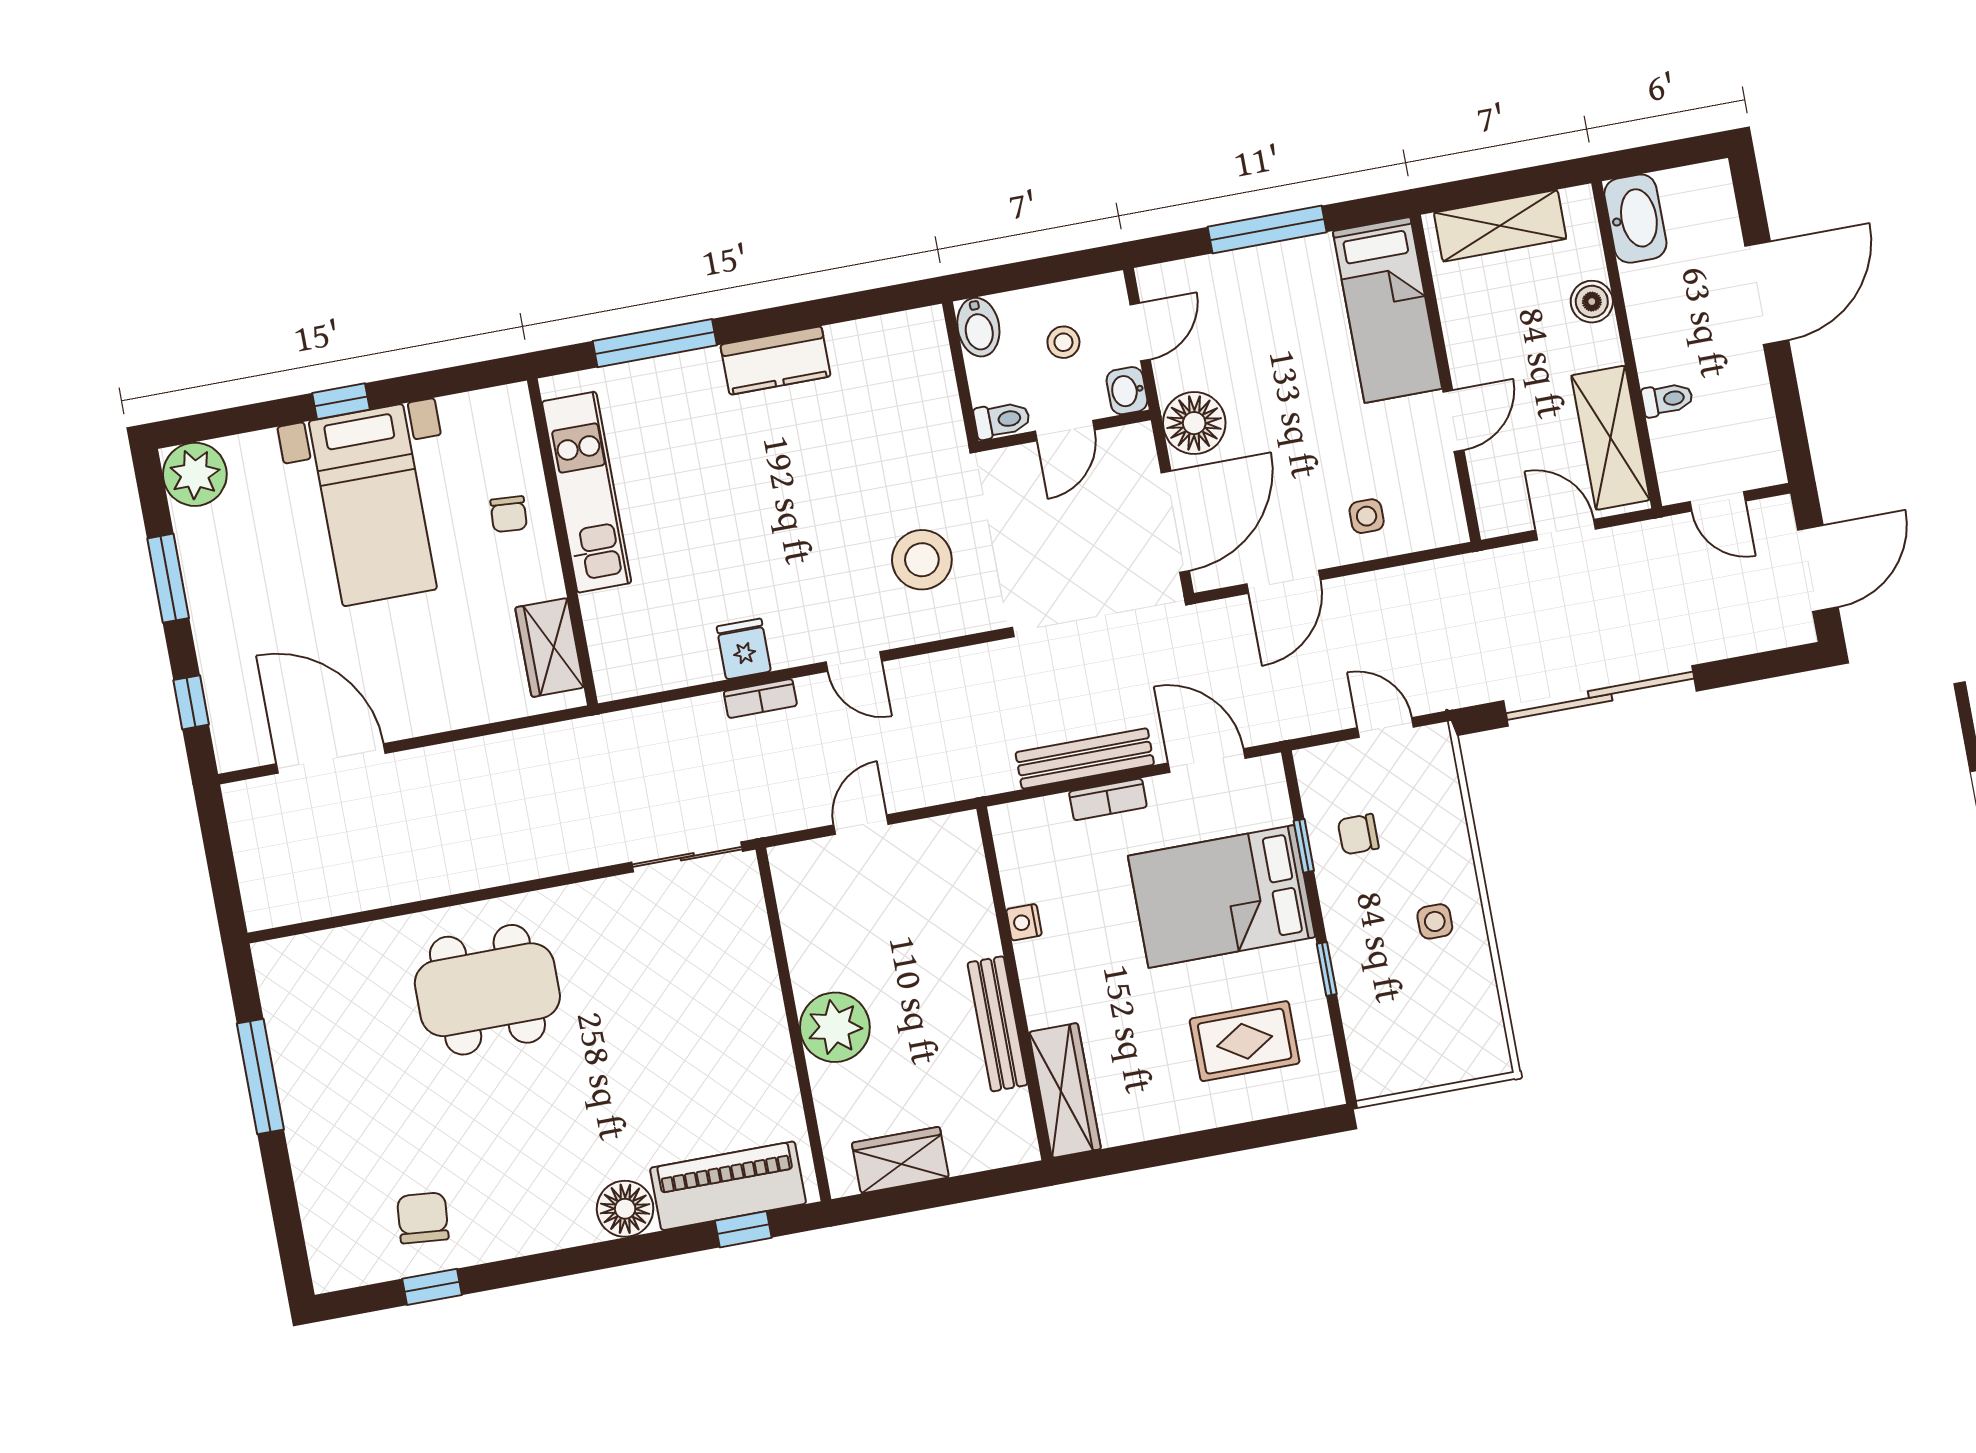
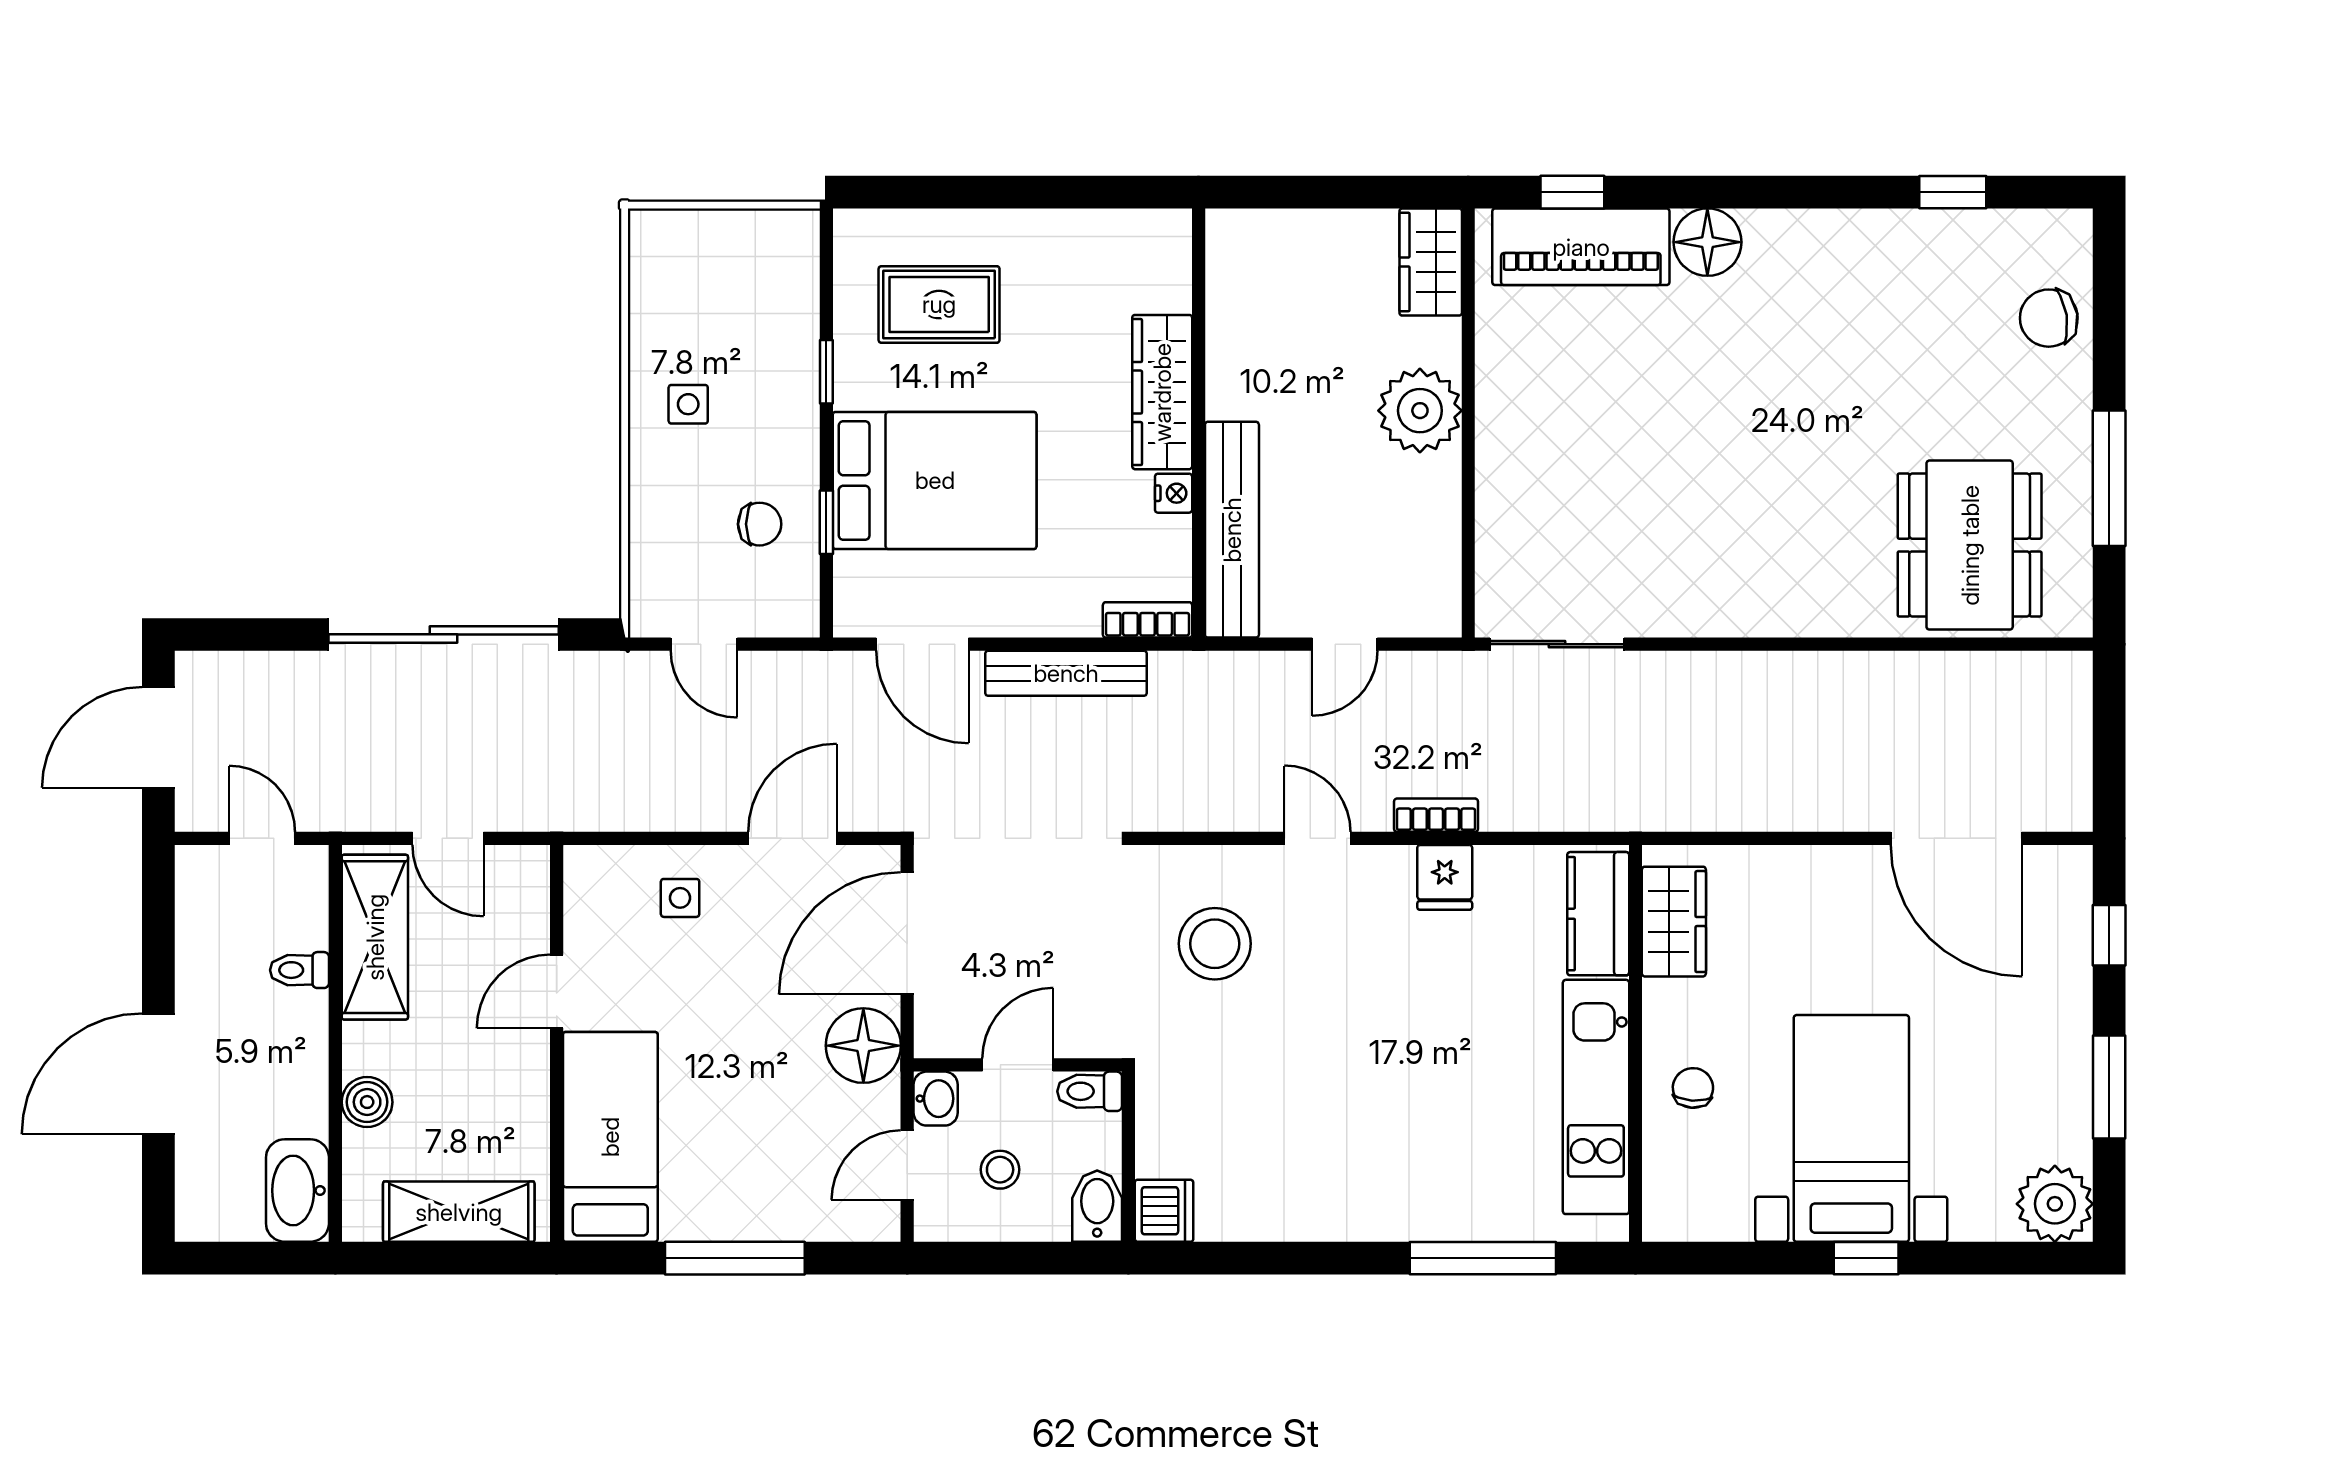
dishwasher: (923, 333) -> (1164, 1211), added
kitchen counter: (776, 361) -> (1598, 914), moved, turned -90
bookcase: (1108, 799) -> (1147, 620), moved
dining table: (487, 990) -> (1970, 545), moved, turned 90
bench: (997, 1024) -> (1232, 530), moved, width x1.37, depth x1.21
wardrobe: (1065, 1090) -> (1162, 392), moved
wardrobe: (900, 1160) -> (1431, 262), moved, turned 90
chair: (423, 1218) -> (2049, 318), moved, turned 76

